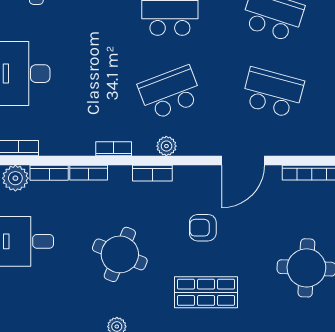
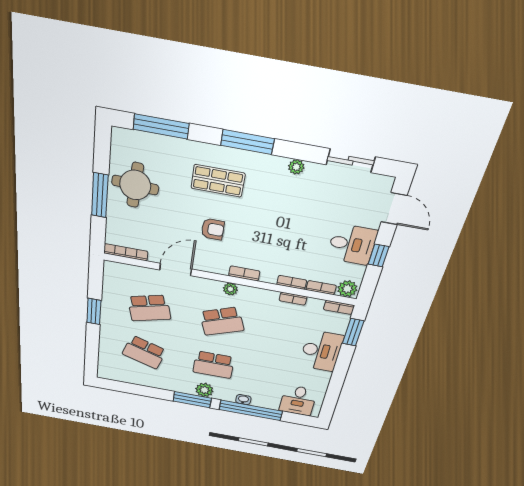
school desk: (273, 93) -> (149, 308), turned -30
bookcase: (114, 149) -> (293, 299), moved
round table: (120, 254) -> (281, 222), removed

